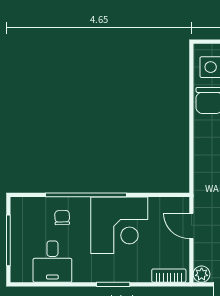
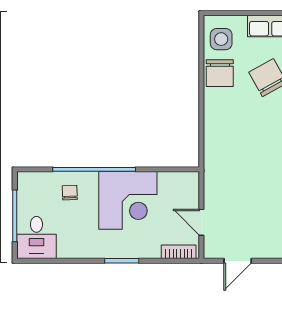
door: (191, 226) -> (201, 222), moved
desk: (52, 262) -> (36, 237), moved
plant: (202, 274) -> (212, 250), removed

